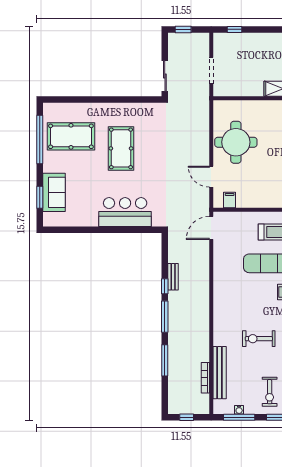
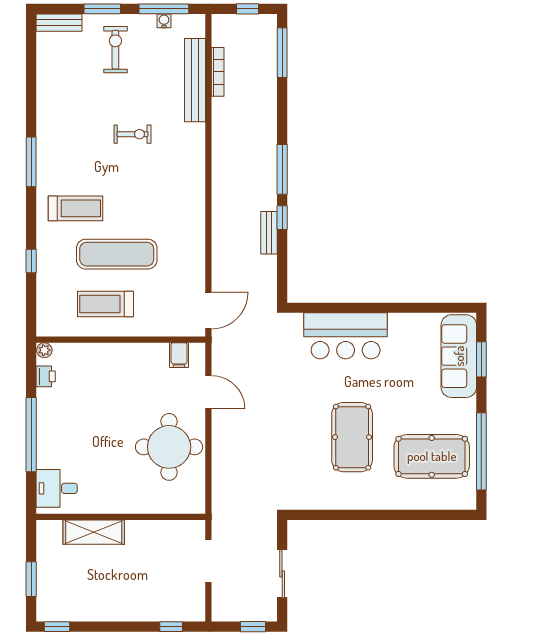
sliding door: (165, 76) -> (282, 574), moved
sofa: (54, 192) -> (459, 356), width x1.36
exercise bike: (259, 339) -> (133, 134), width x0.73, depth x0.72
window: (165, 360) -> (282, 53), moved

